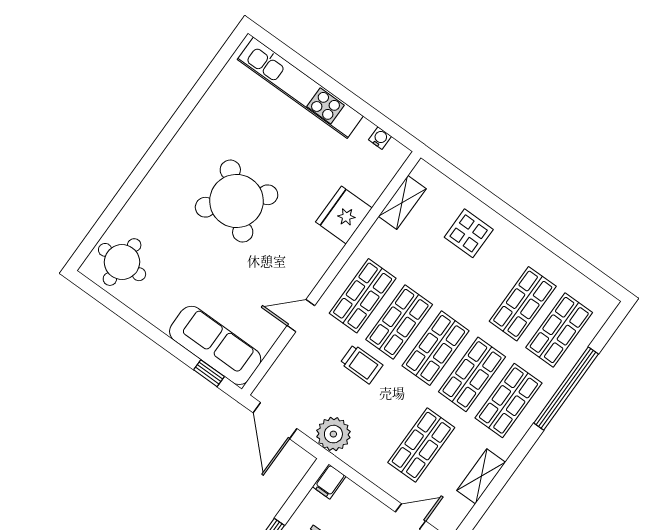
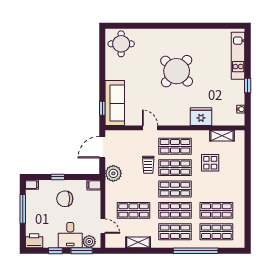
kitchen unit: (300, 88) -> (238, 56), width x0.73
window: (348, 98) -> (248, 86), added
display table: (469, 233) -> (210, 163), moved

